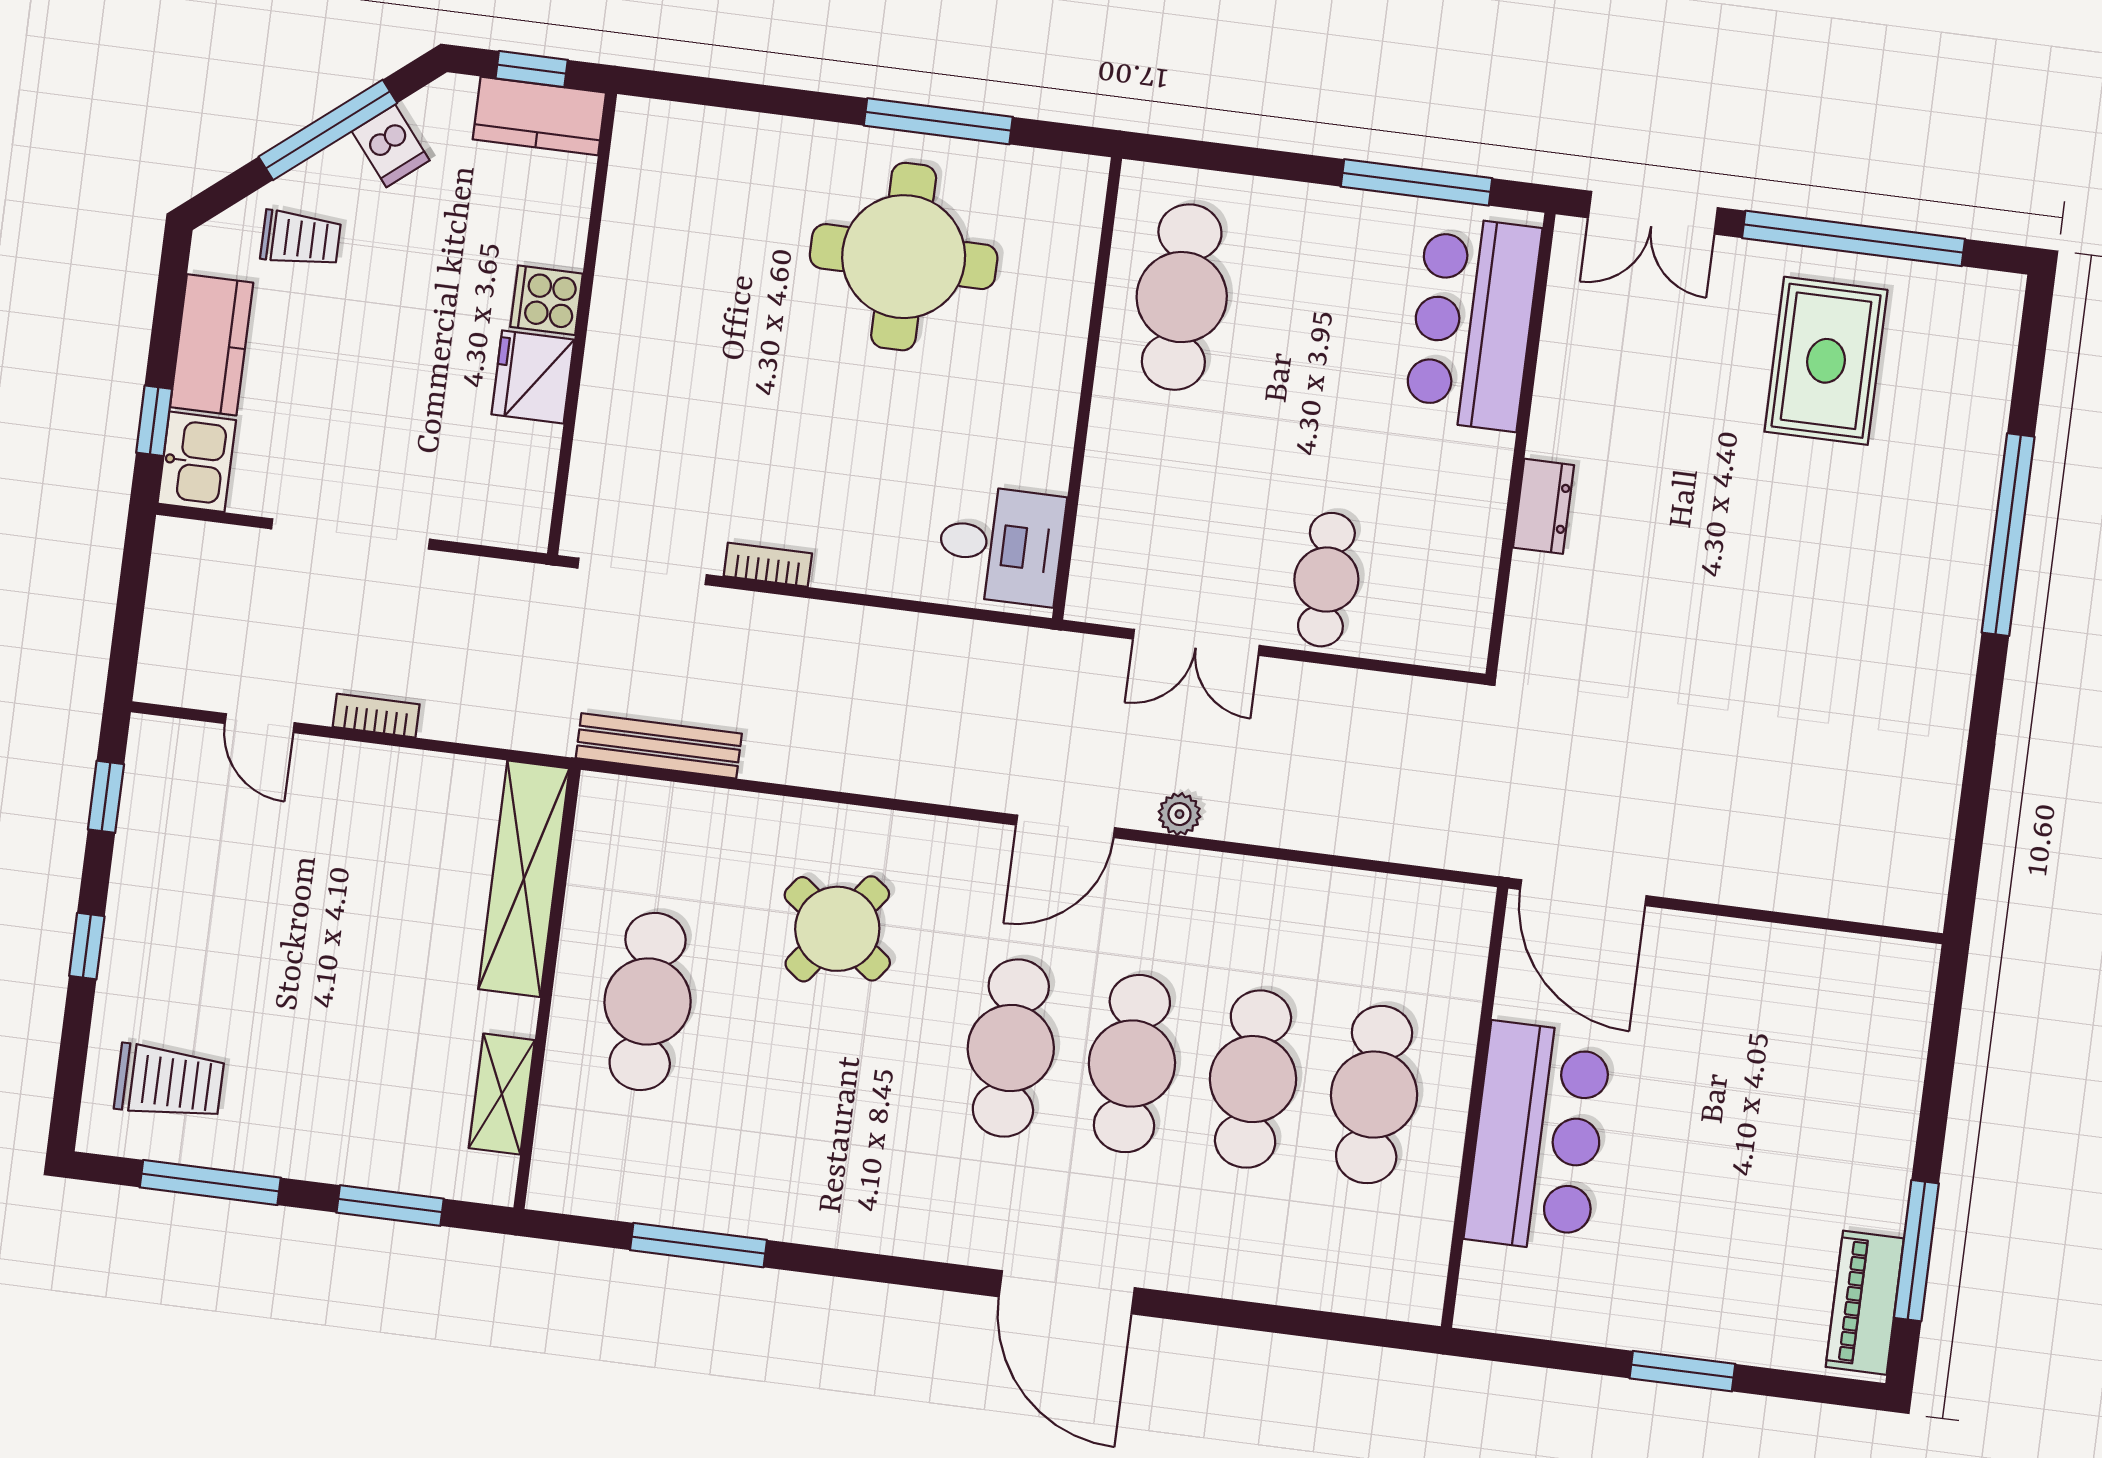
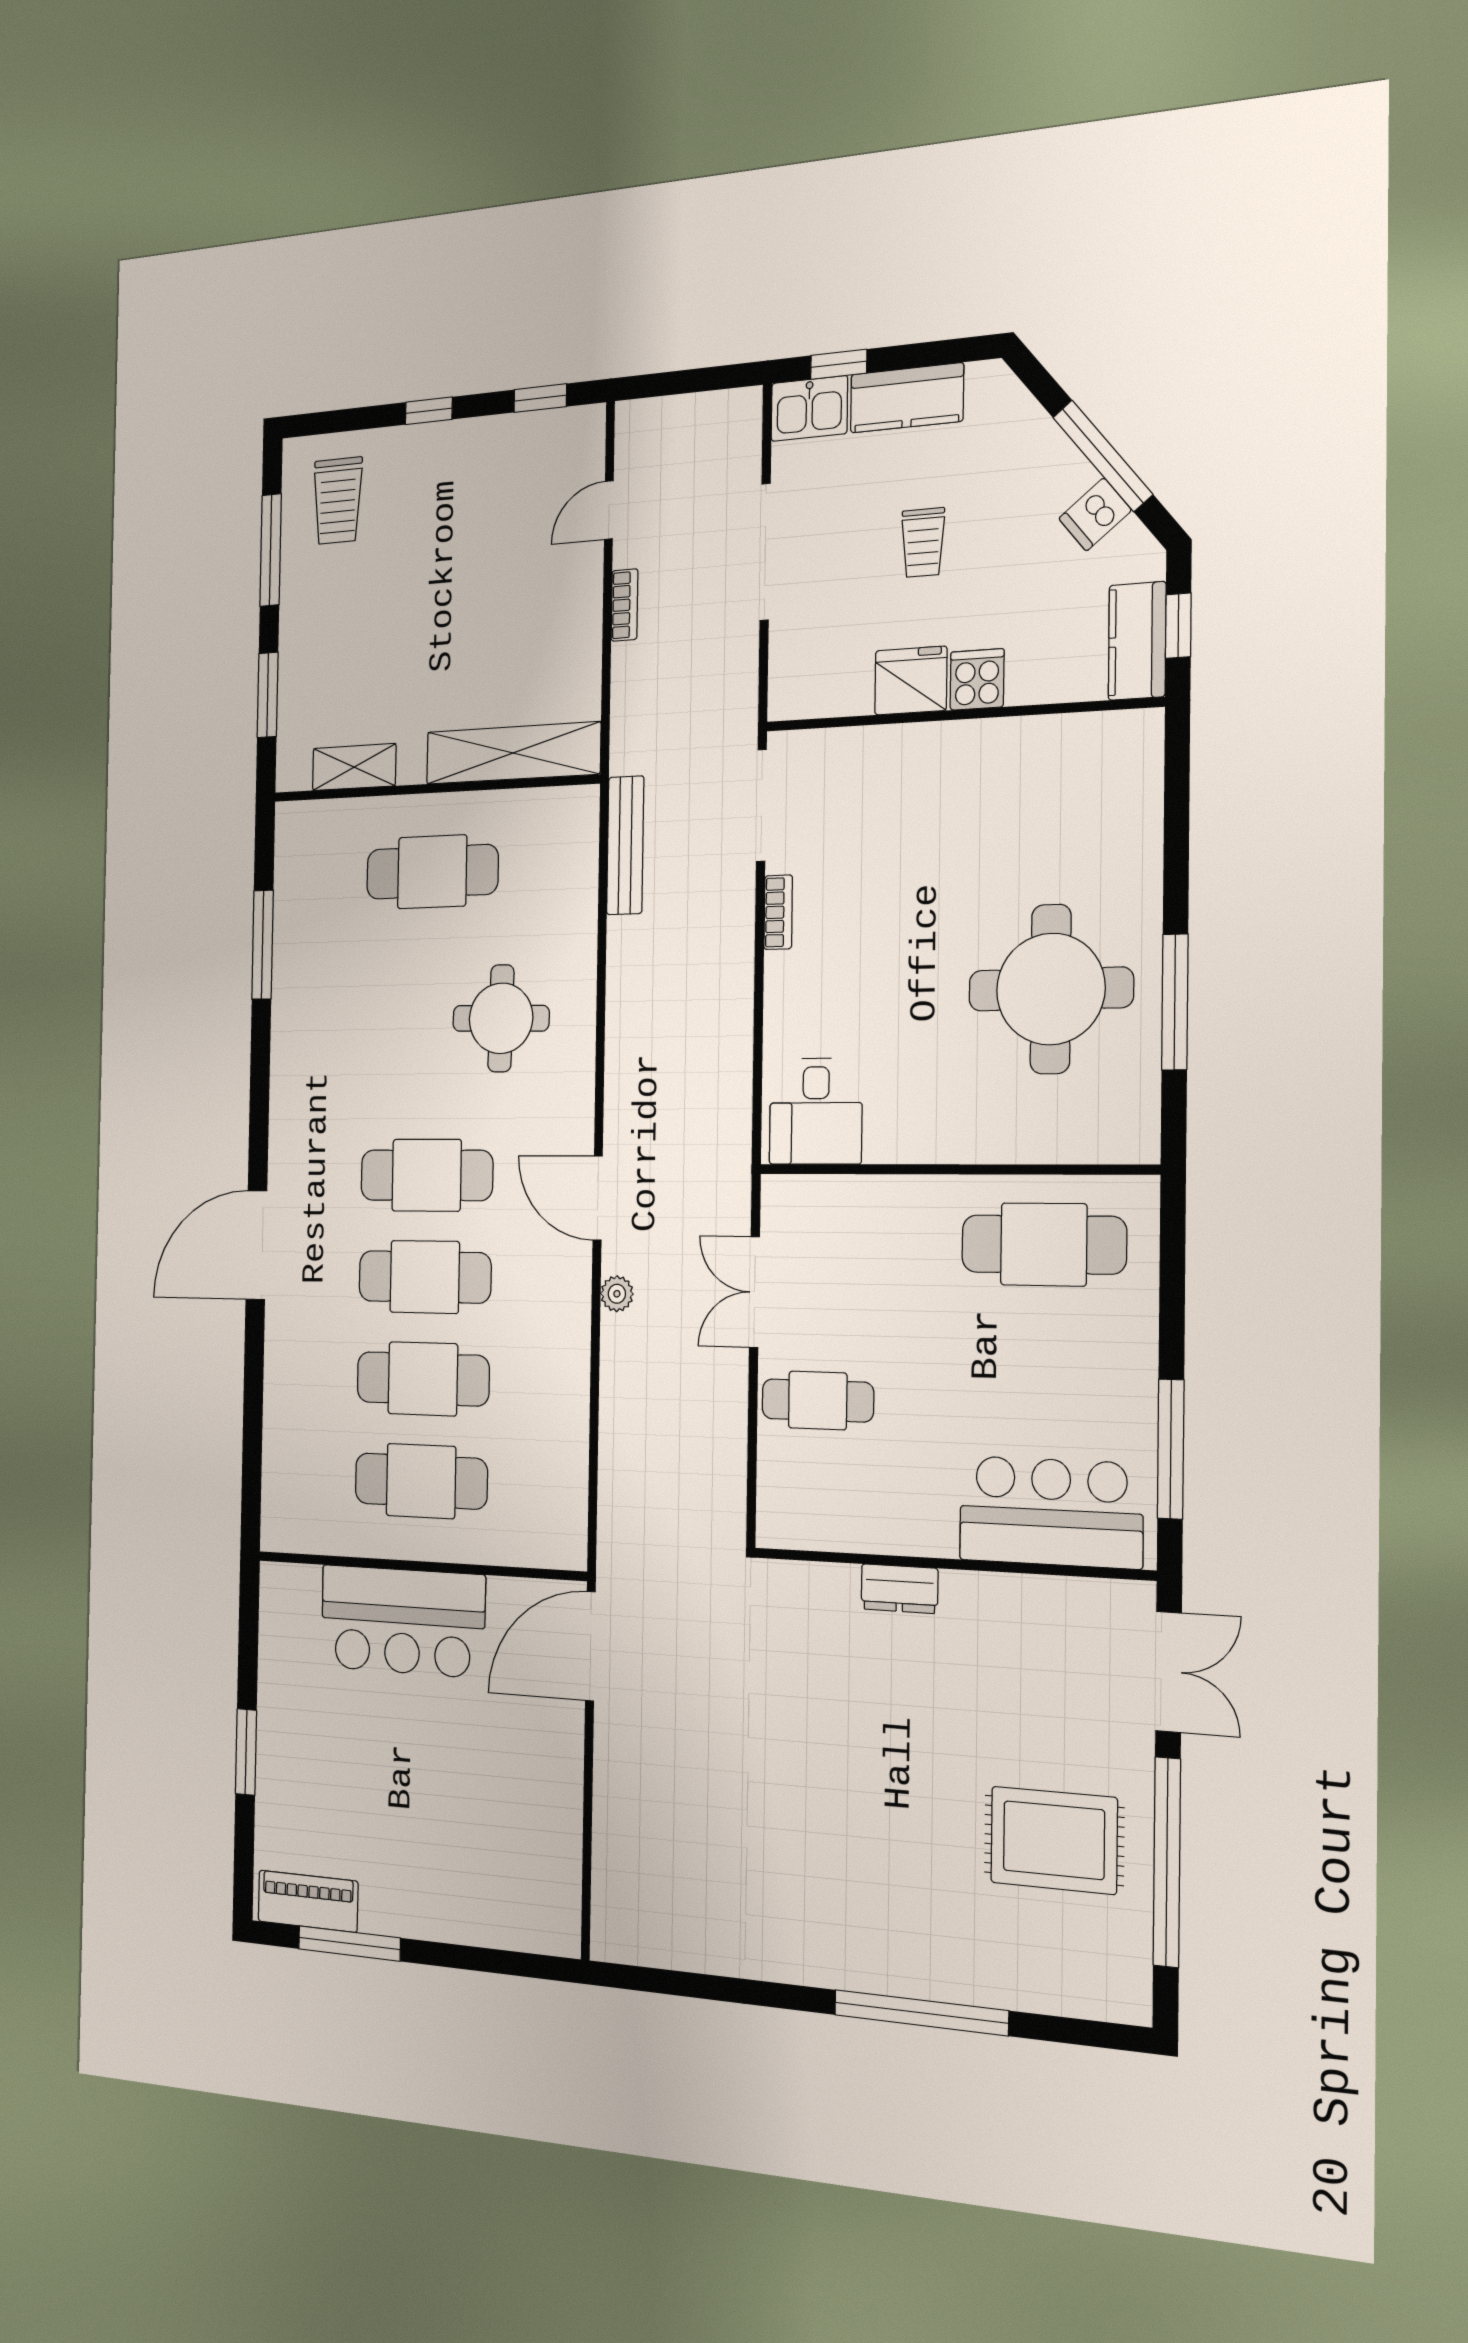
double door: (1653, 213) -> (1169, 1672), swing flipped
trolley: (301, 239) -> (923, 543), moved
round table: (837, 929) -> (501, 1018), turned -36

